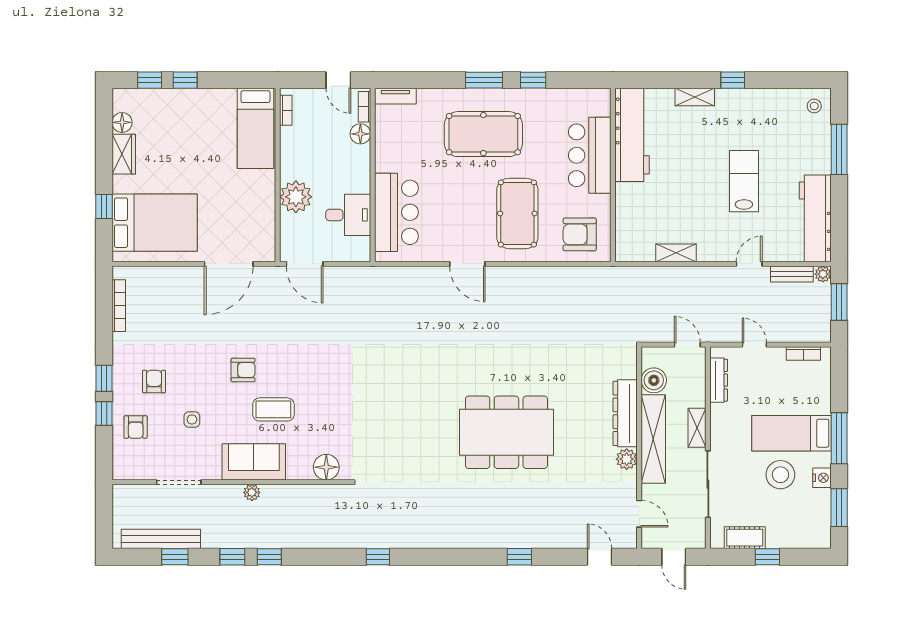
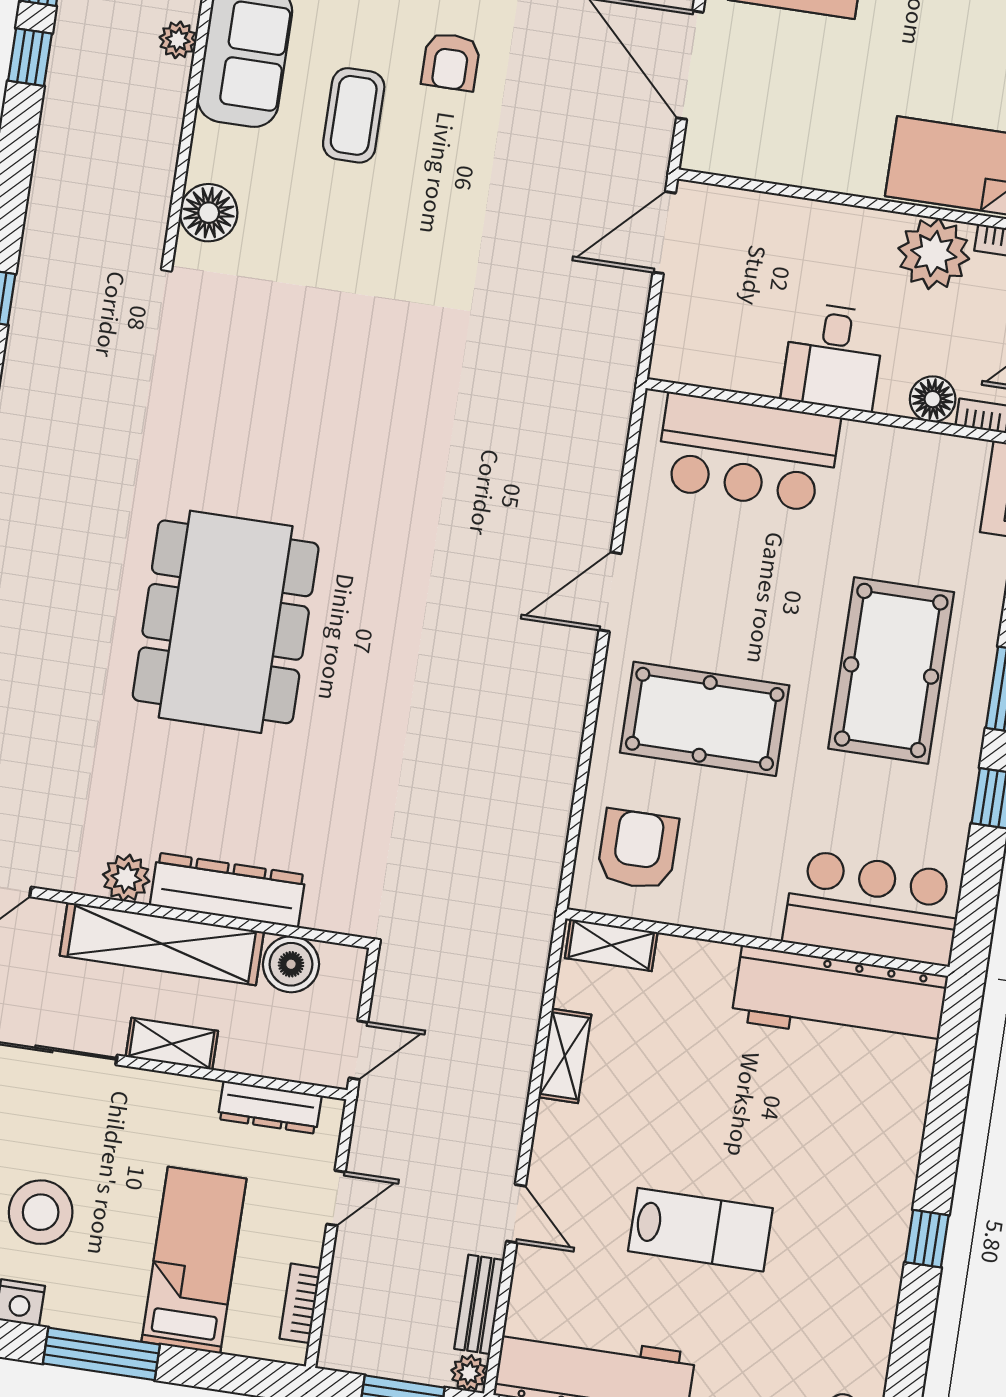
shelving: (695, 97) -> (611, 945), moved, turned 90
bar counter: (590, 155) -> (873, 908), moved
plant: (296, 197) -> (934, 254), moved
desk: (348, 215) -> (833, 357), moved
bed: (791, 433) -> (194, 1260), moved

